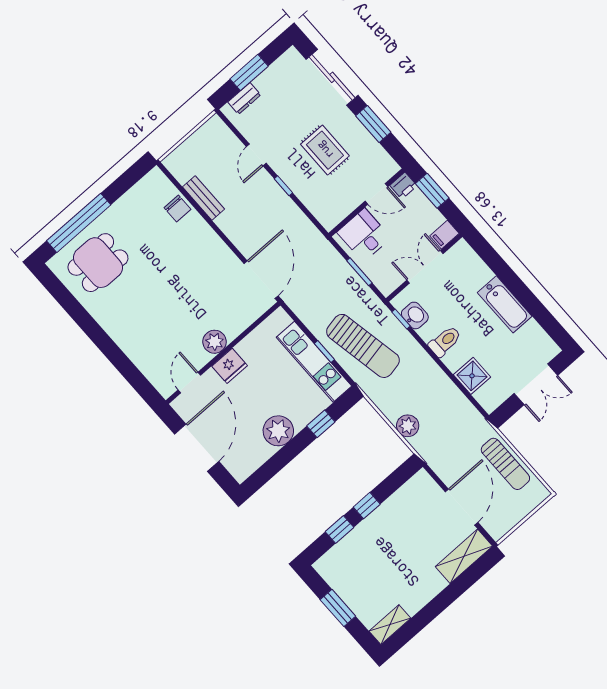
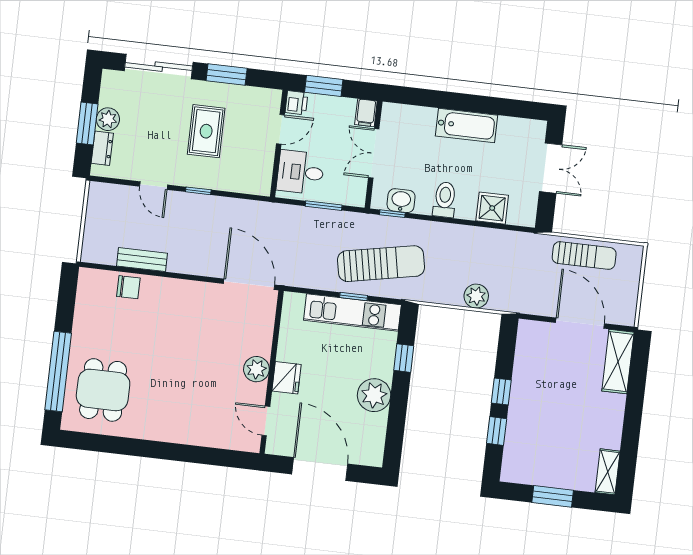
plant: (266, 82) -> (108, 119), added
rug: (325, 150) -> (206, 131), turned 90

